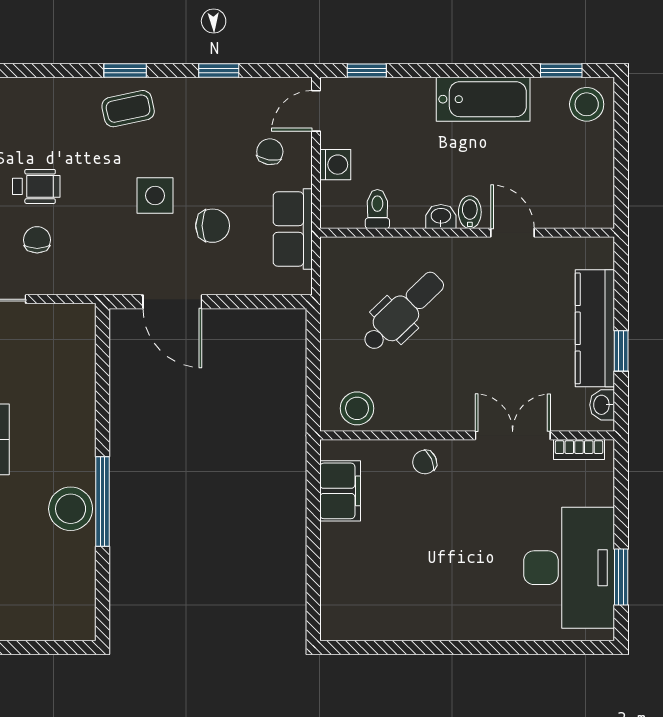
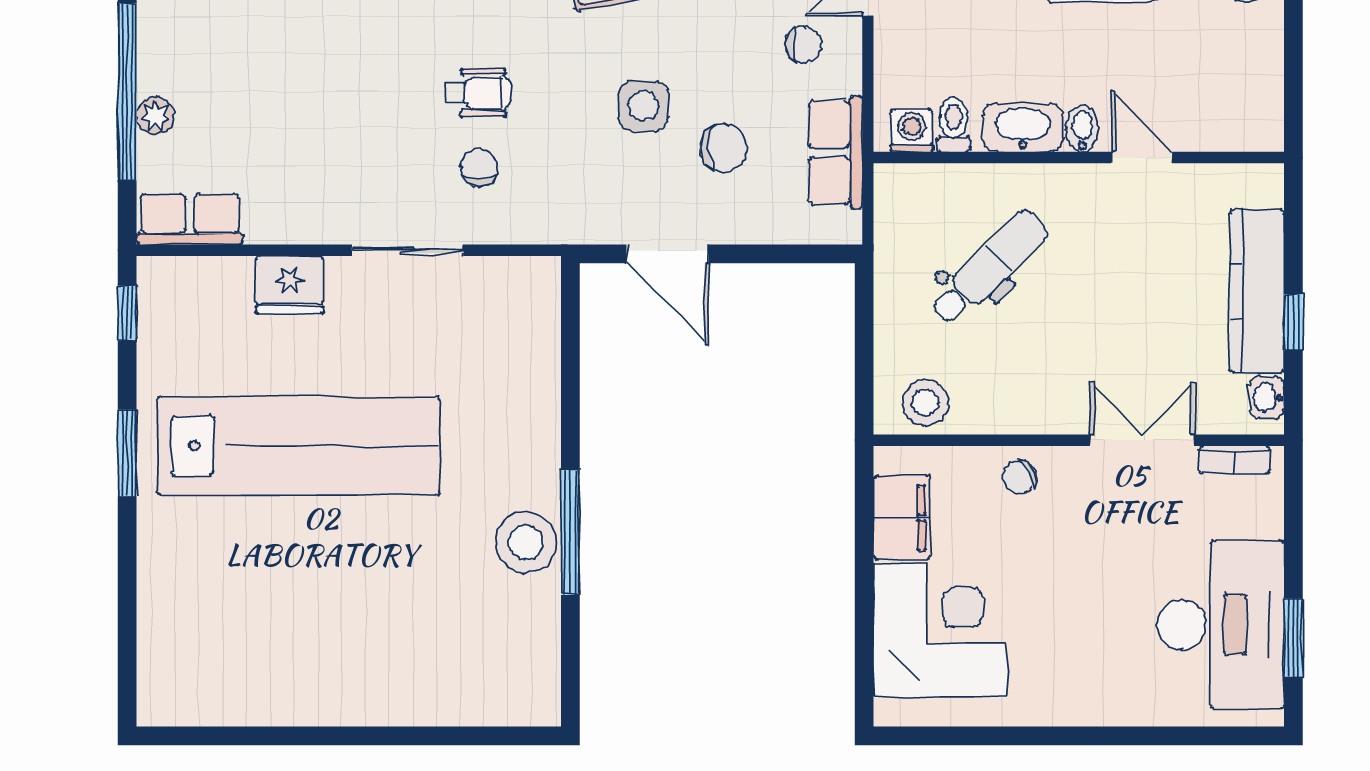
chair: (270, 152) -> (804, 45), turned 81
washing machine: (335, 165) -> (912, 131), moved, turned -90
washbasin: (441, 217) -> (1023, 127), width x1.91, depth x1.45
corner desk: (368, 572) -> (940, 630), added

